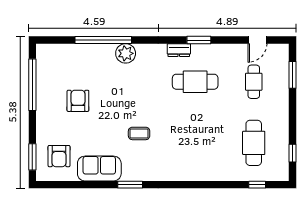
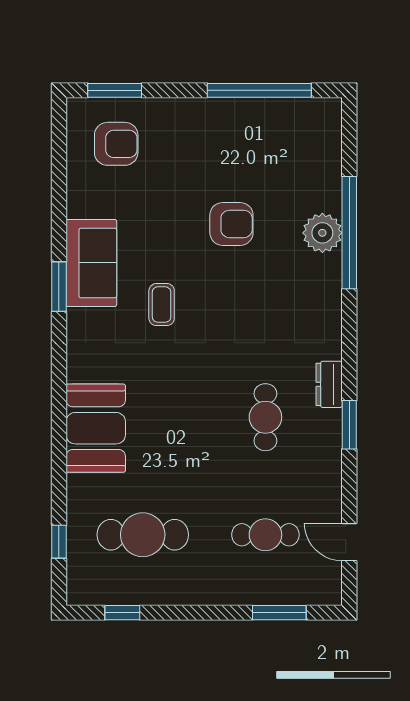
plant: (126, 53) -> (322, 233), moved
cafe table: (195, 82) -> (265, 417), width x0.73, depth x0.74
armchair: (78, 101) -> (231, 224), moved
armchair: (59, 156) -> (116, 144), turned 180
booth: (201, 166) -> (96, 428), added
sofa: (99, 169) -> (91, 263), moved

